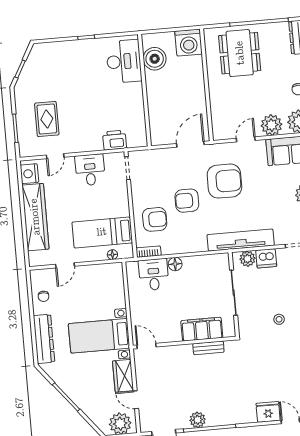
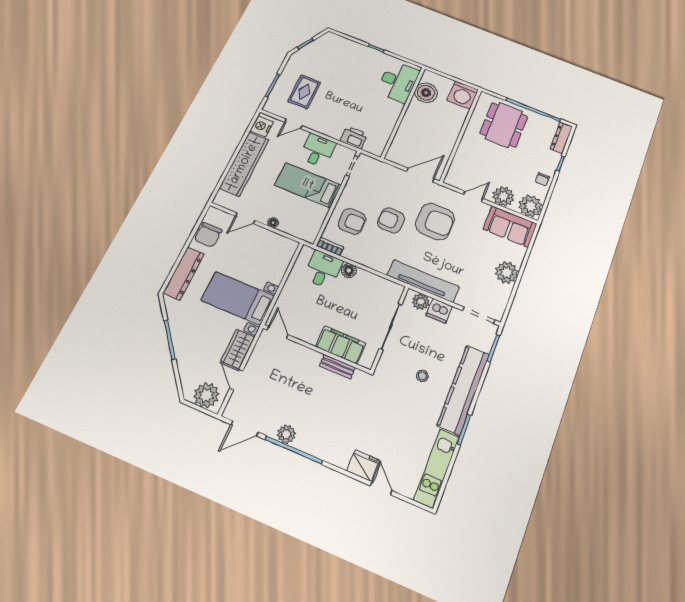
bed: (102, 232) -> (308, 185), moved
floor lamp: (112, 255) -> (273, 223), moved
chair: (43, 296) -> (208, 235), width x1.87, depth x1.87

